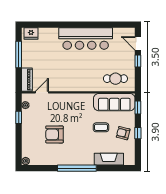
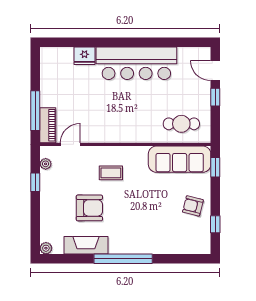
fridge: (31, 33) -> (84, 56), moved
window: (19, 55) -> (35, 111), moved
coffee table: (101, 127) -> (111, 173), moved
window: (138, 133) -> (215, 224), moved
armchair: (54, 134) -> (89, 208), turned 180
fireplace: (109, 159) -> (86, 245), moved

